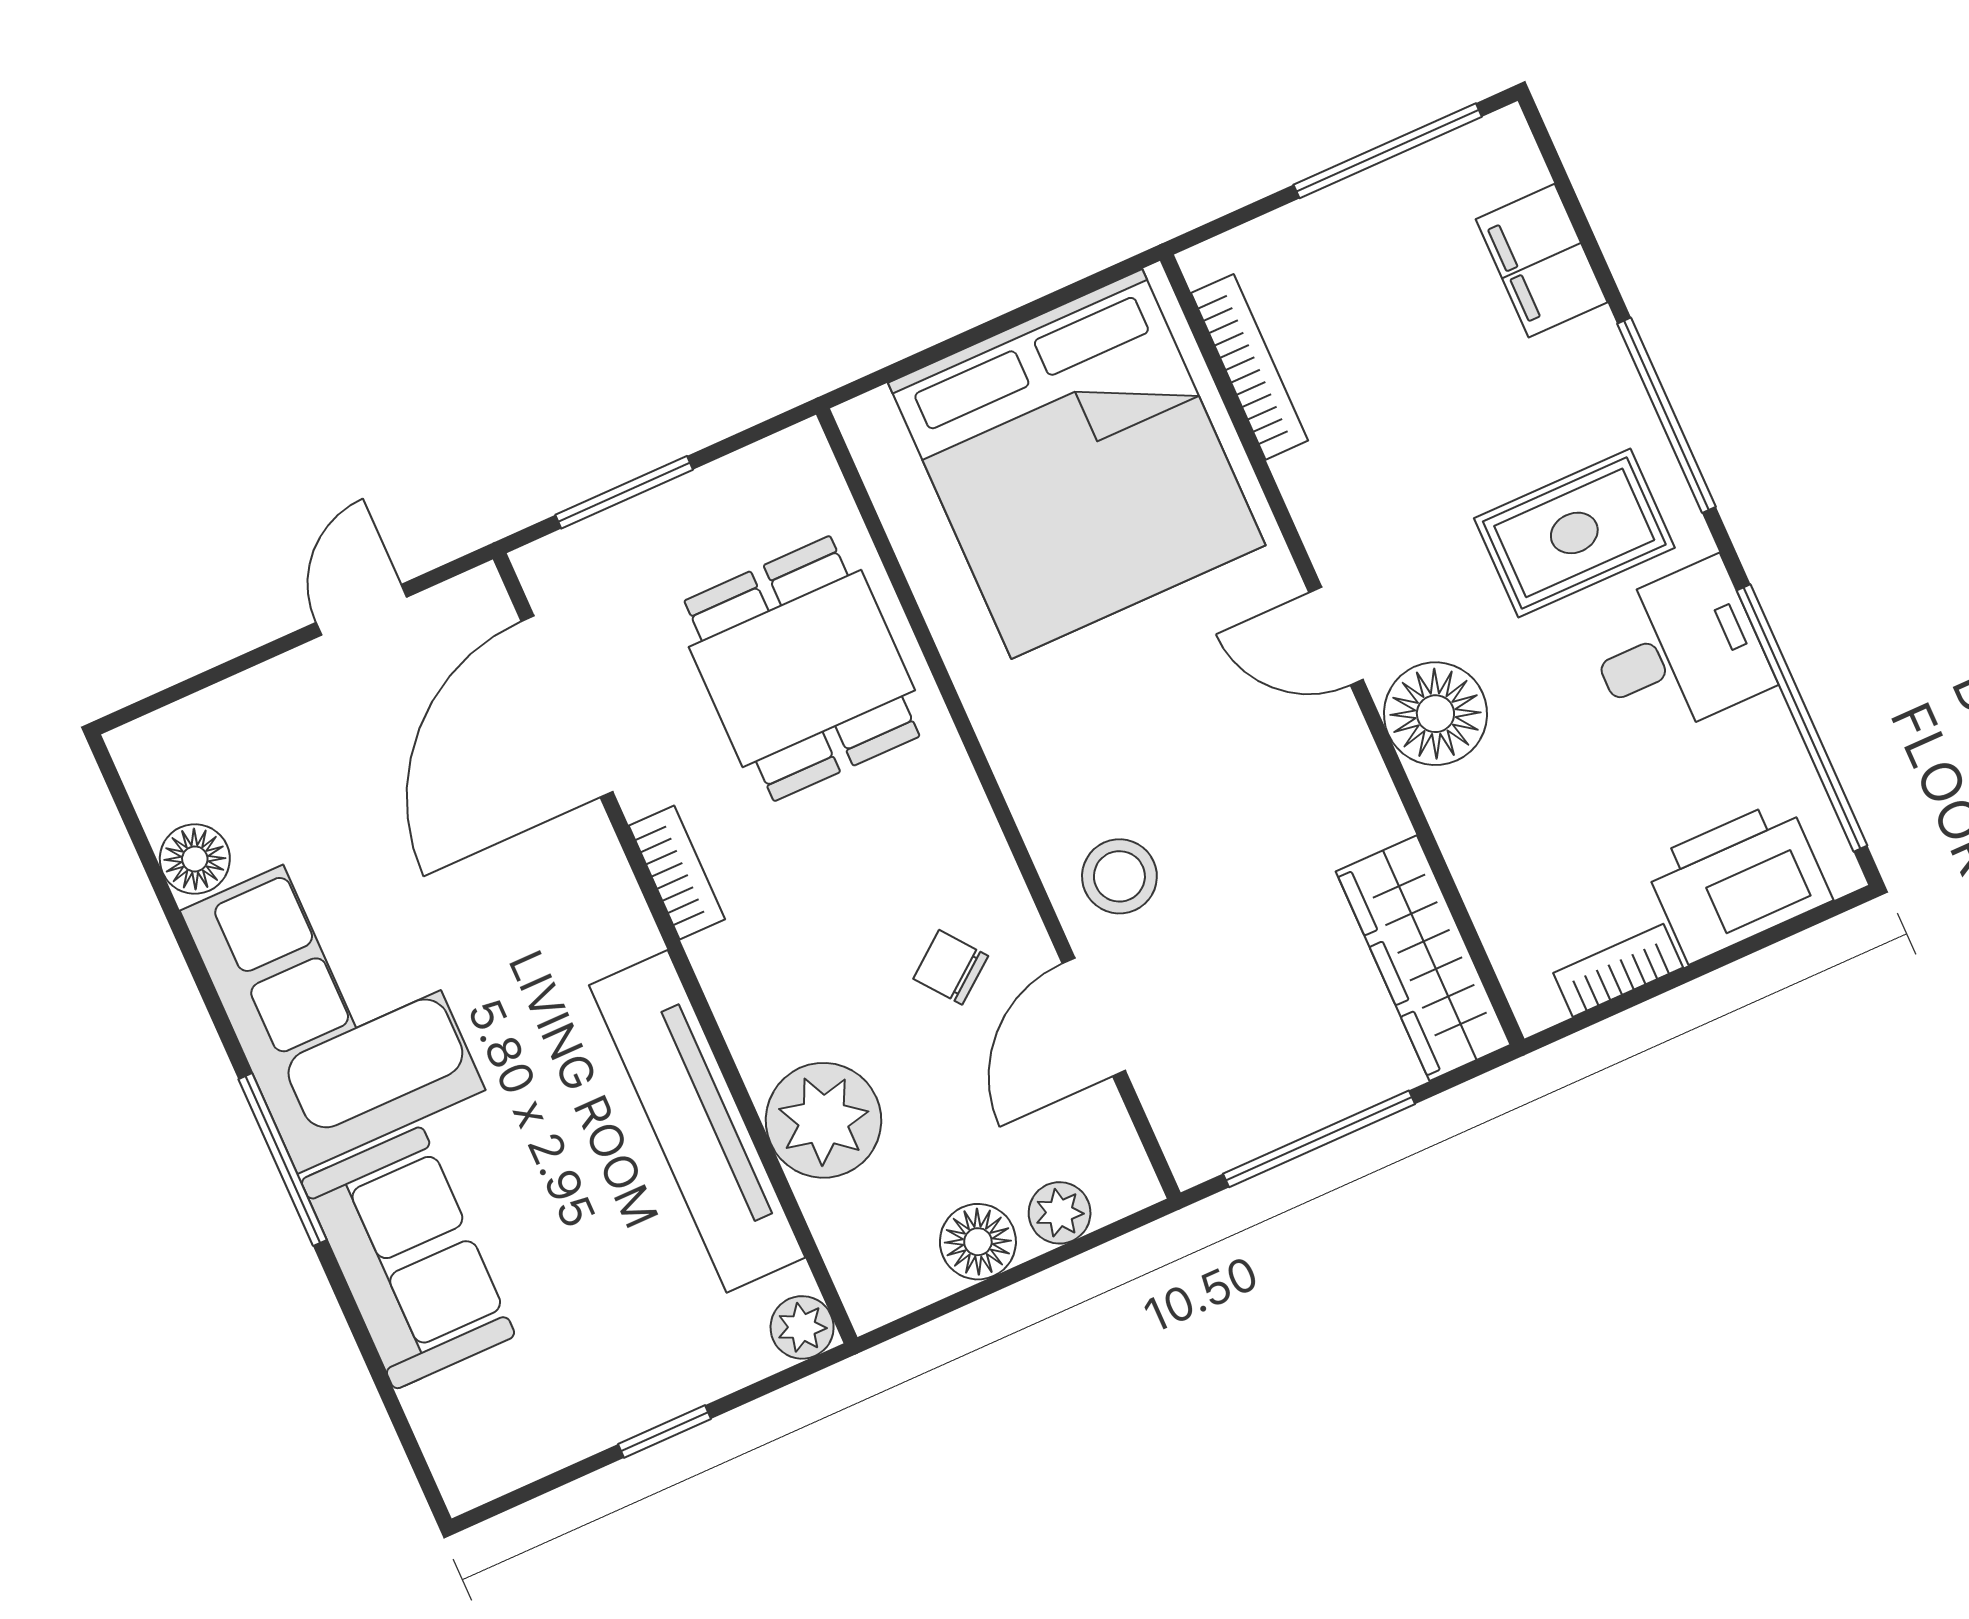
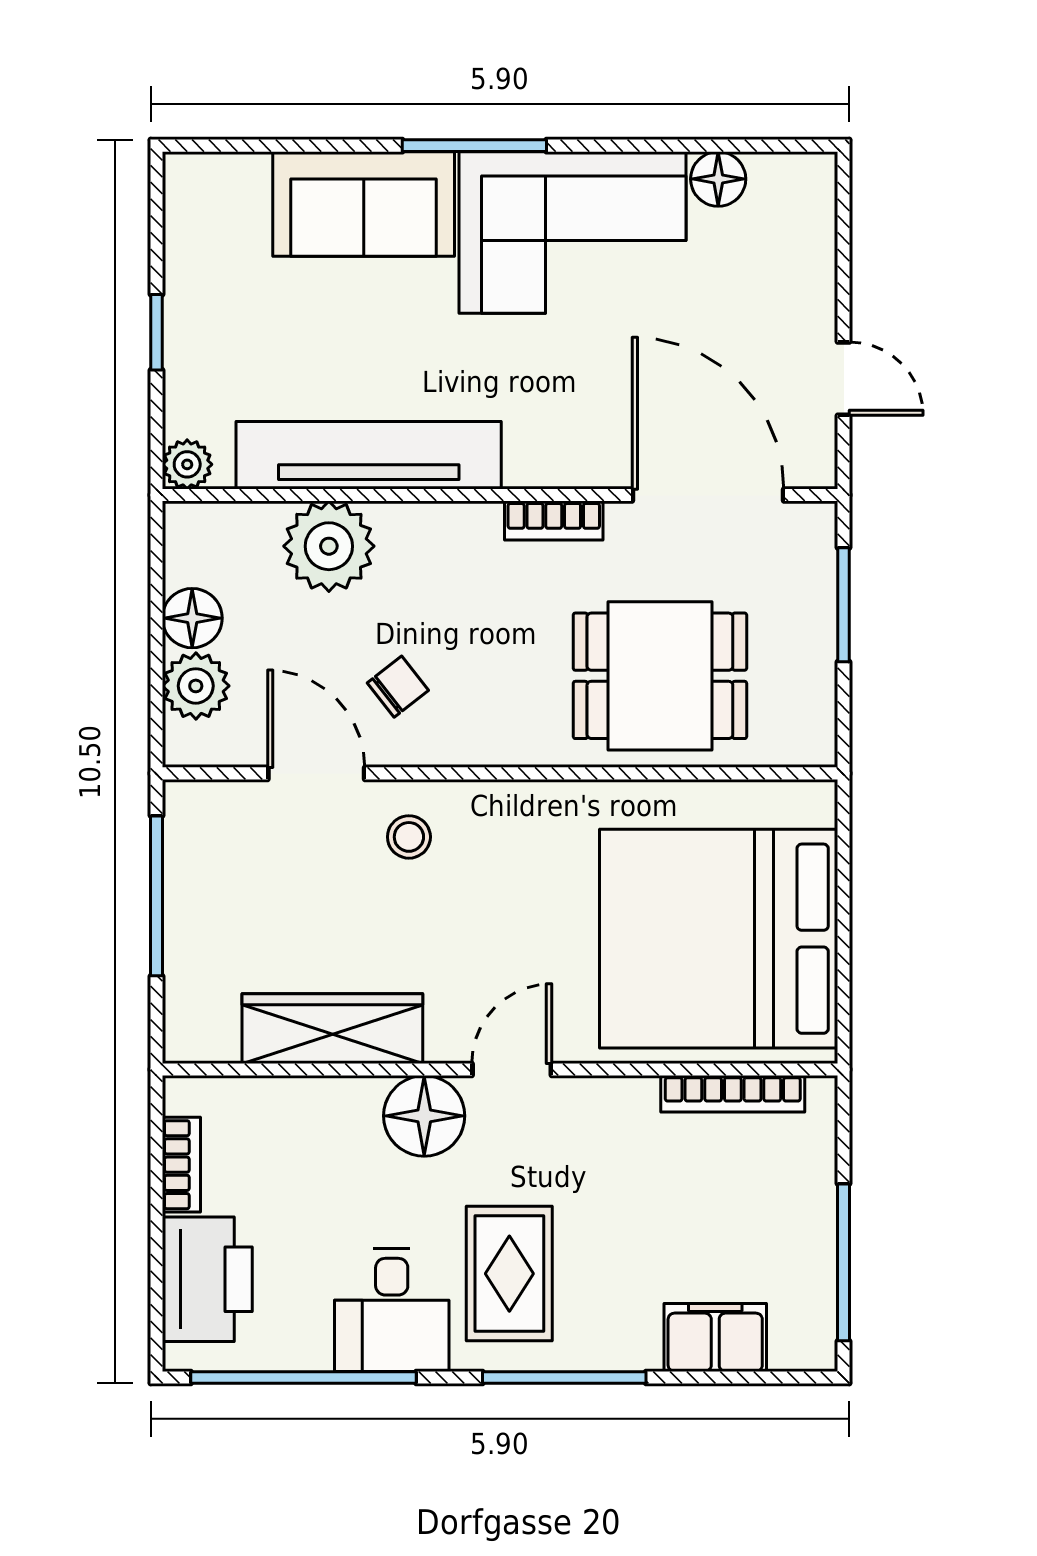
stool: (1119, 876) -> (409, 837), width x0.73, depth x0.73
wardrobe: (1423, 958) -> (332, 1029), moved
plant: (1060, 1213) -> (196, 686), width x1.38, depth x1.38

